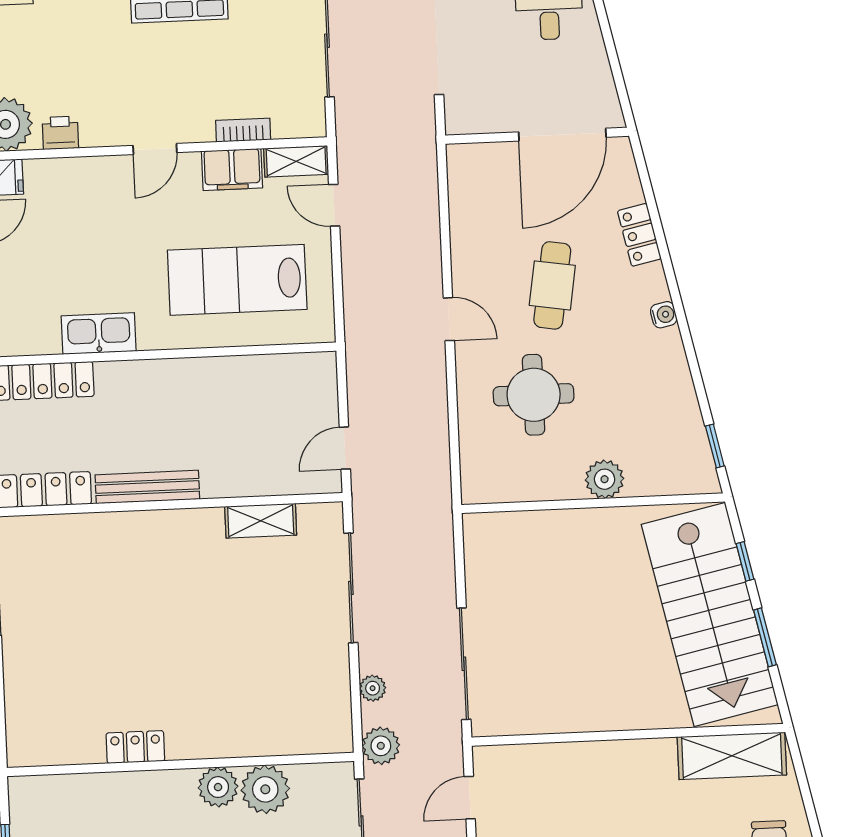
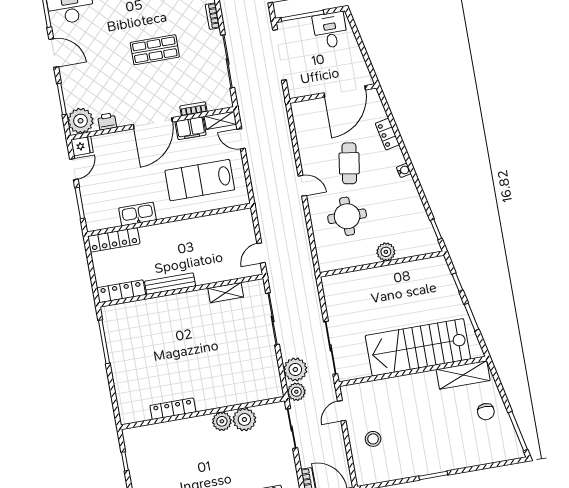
door: (155, 149) -> (153, 123), width x1.87
stairs: (710, 614) -> (418, 347), moved, turned 102
plant: (373, 688) -> (295, 369), width x1.87, depth x1.87
locker: (135, 747) -> (173, 409), width x1.53

